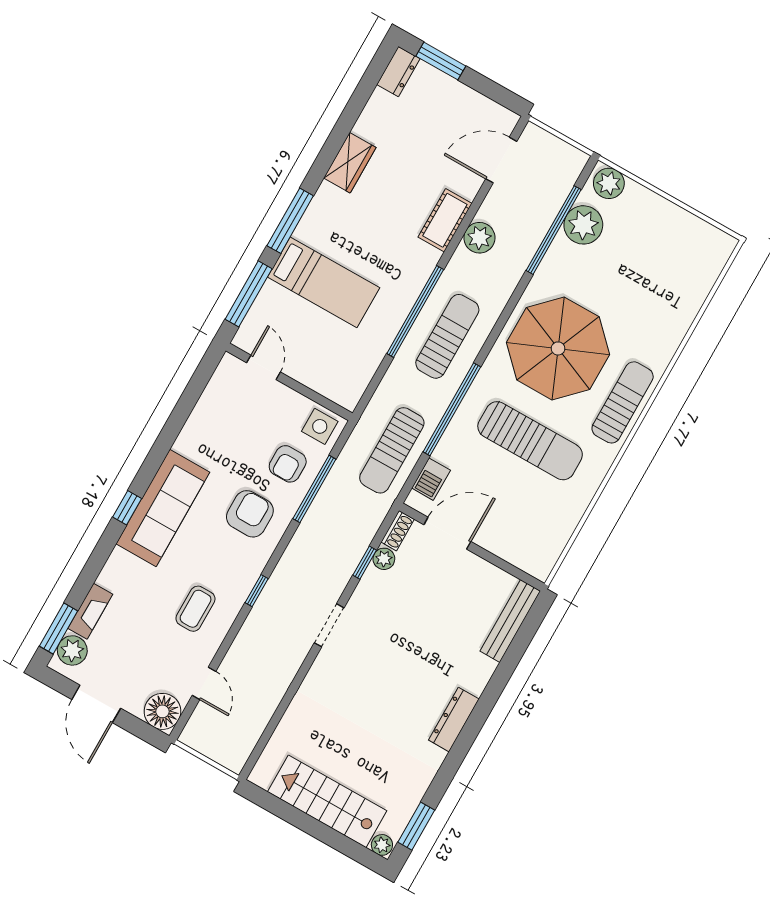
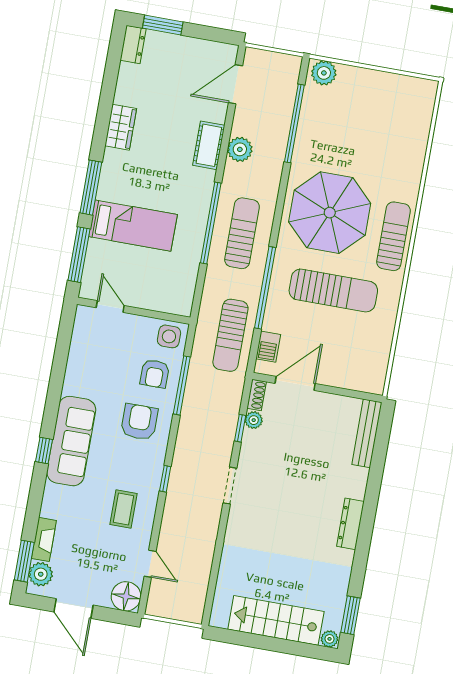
plant: (583, 225) -> (316, 112), removed

